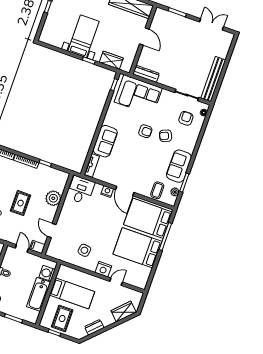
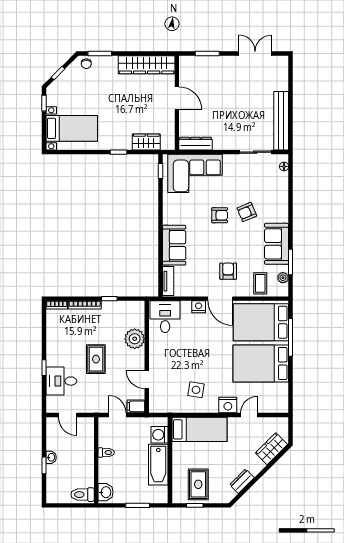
bed with nightstands: (83, 36) -> (72, 128), moved, turned 90
armchair: (186, 118) -> (228, 271), moved
bed: (72, 293) -> (199, 429), moved

